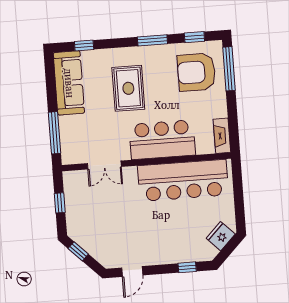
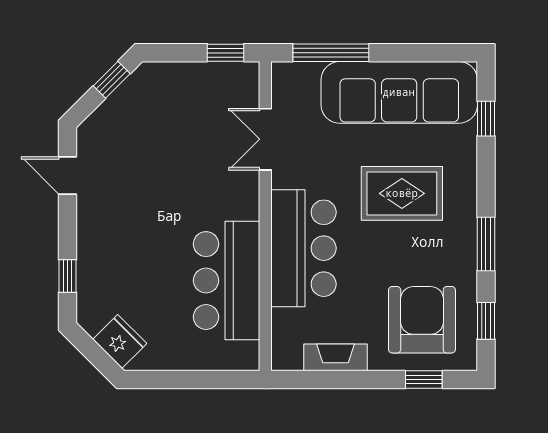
window: (229, 69) -> (424, 380), width x0.46
sofa: (69, 83) -> (399, 92), width x1.36, depth x1.27
fireplace: (222, 136) -> (336, 357), moved
bar counter: (183, 180) -> (226, 281), width x0.73
window: (60, 203) -> (226, 53), moved

